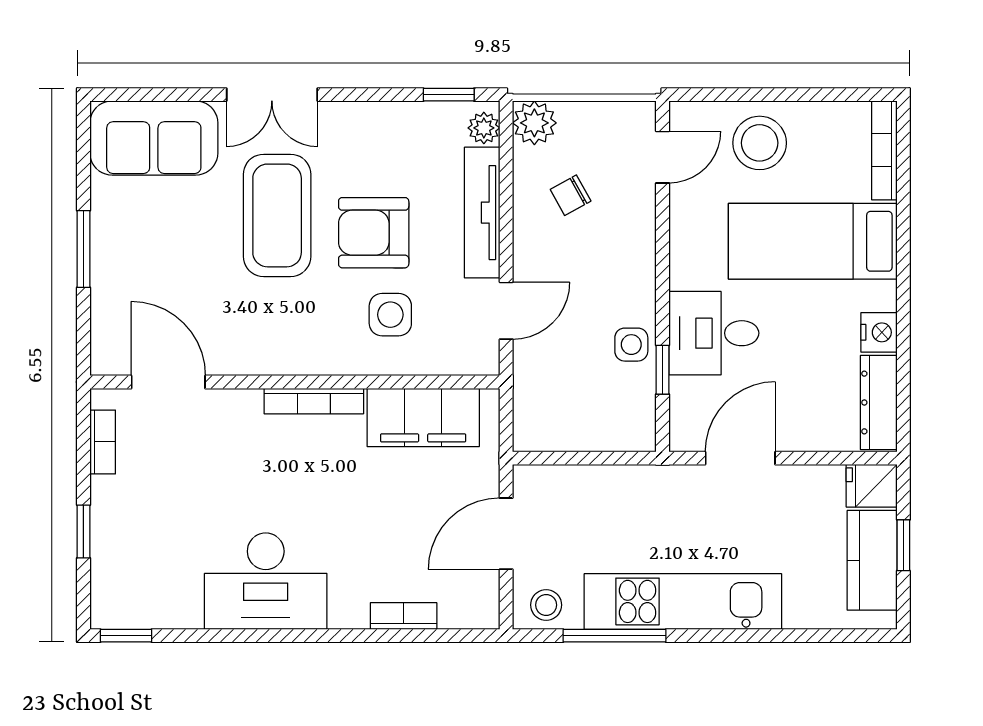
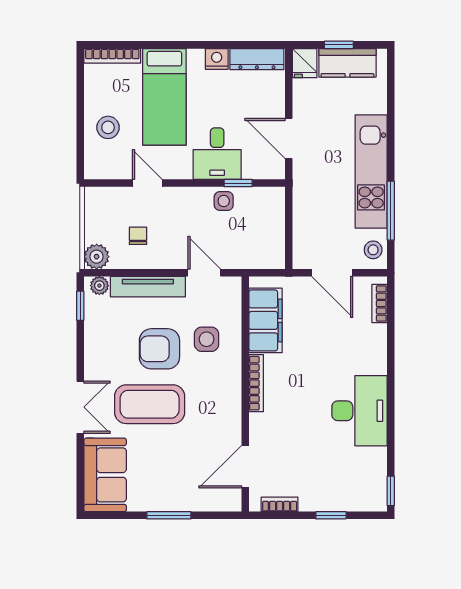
stool: (760, 143) -> (108, 127), width x0.73, depth x0.73
door: (662, 157) -> (147, 183), moved
chair: (571, 195) -> (138, 236), turned -151
armchair: (374, 233) -> (159, 349), turned 90
bookcase: (404, 616) -> (379, 304), moved

